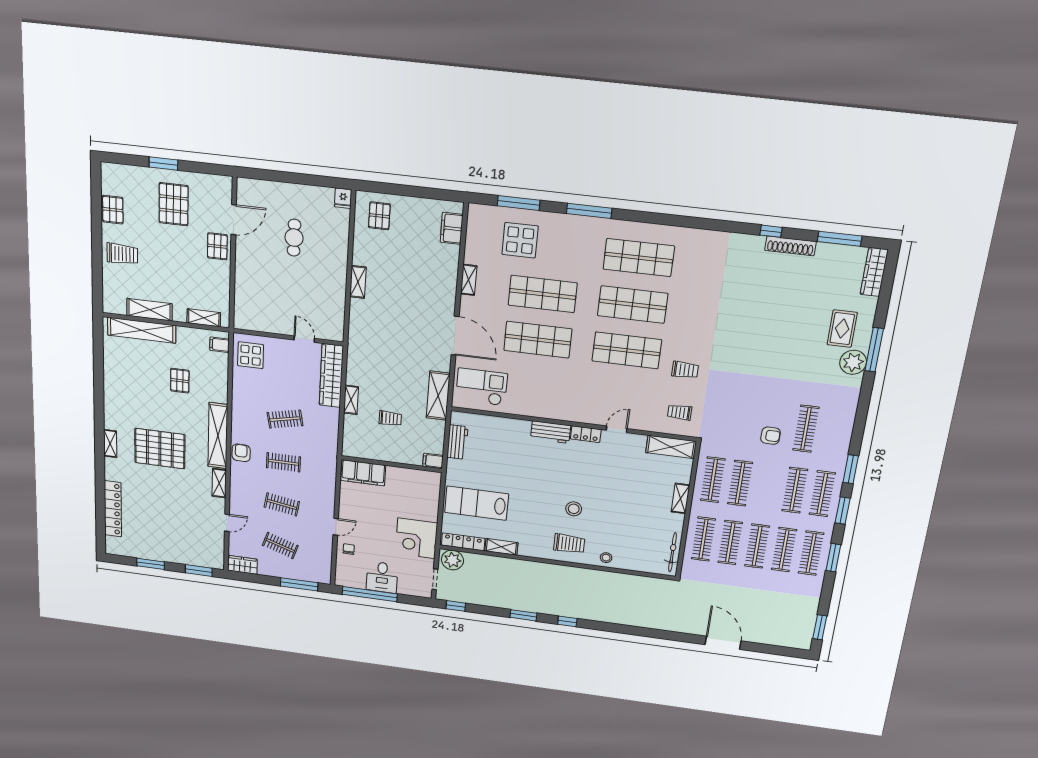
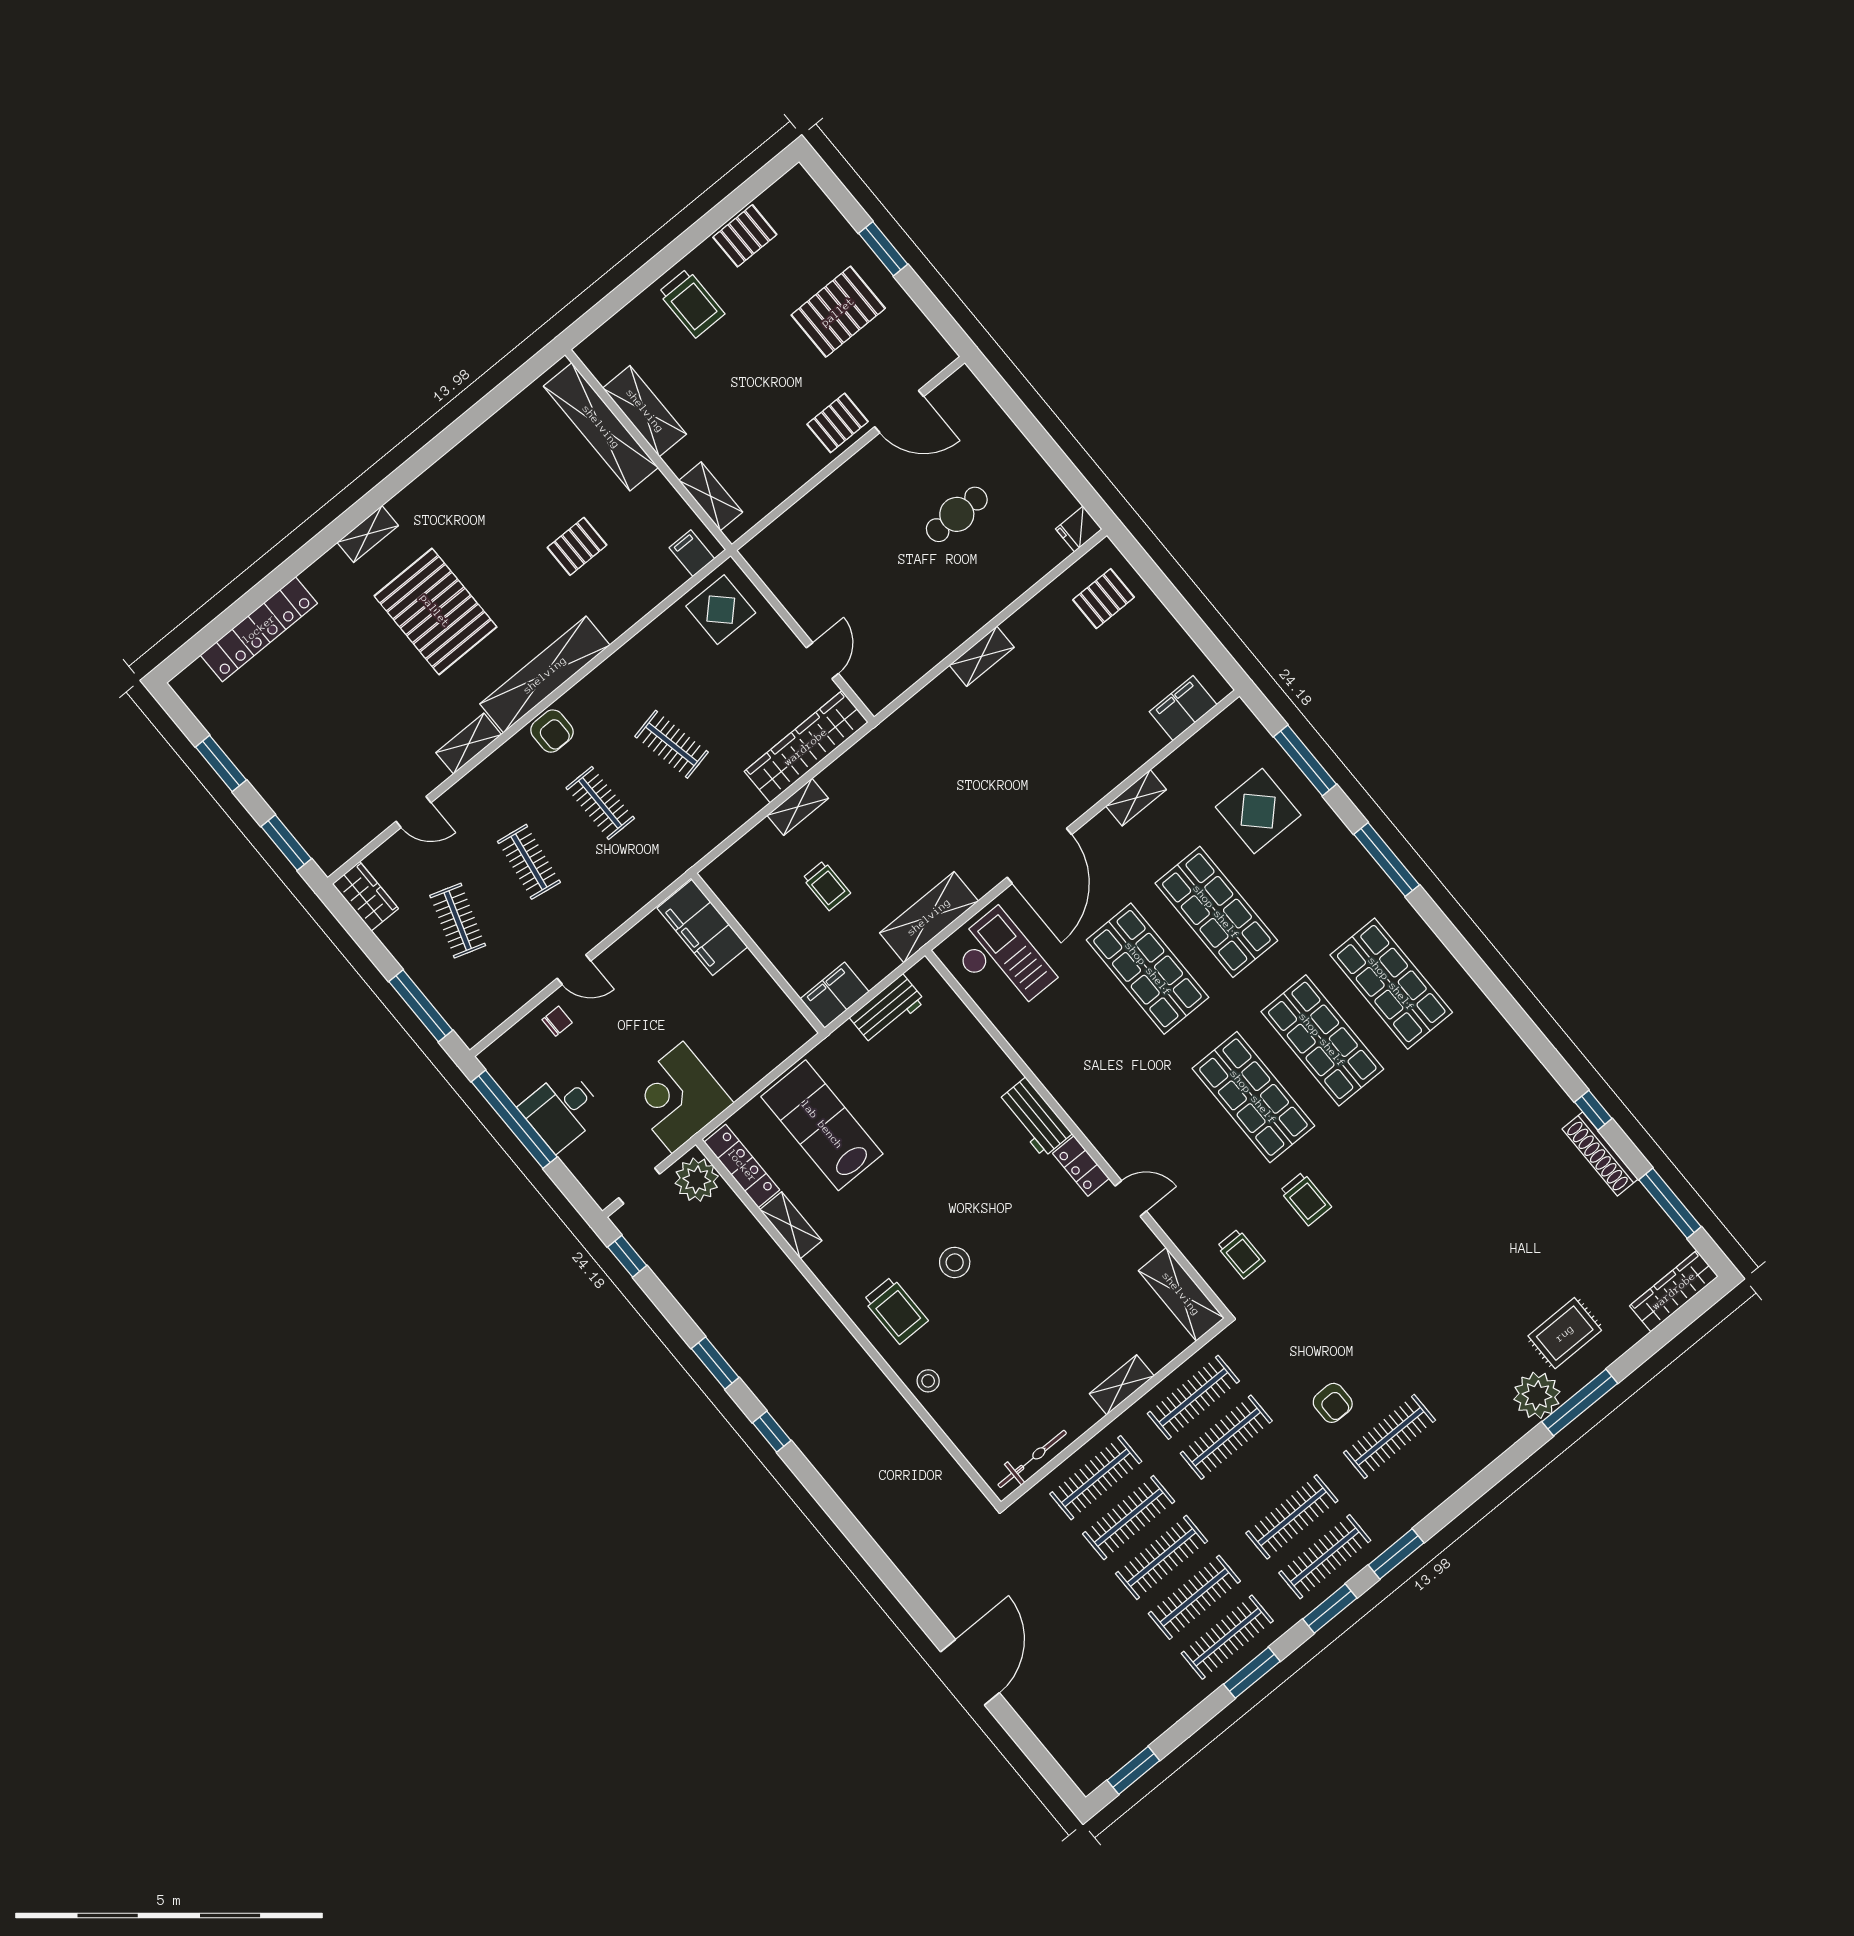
trolley: (680, 412) -> (1241, 1254), turned 180
armchair: (241, 453) -> (552, 731), turned 90
filing cabinet: (433, 461) -> (835, 995), width x2.00

